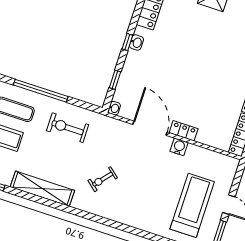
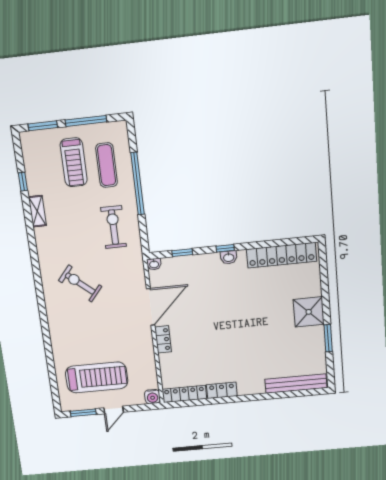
water cooler: (179, 147) -> (152, 397), moved, turned 90
exercise bike: (103, 179) -> (80, 284), width x1.38, depth x1.39
shelving: (42, 189) -> (37, 211), width x0.45, depth x0.75

